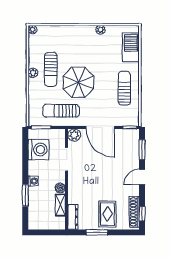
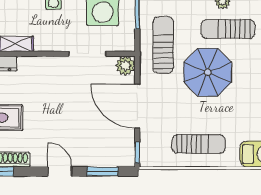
door: (100, 127) -> (137, 106), hinge flipped
boiler: (60, 188) -> (43, 44), removed

